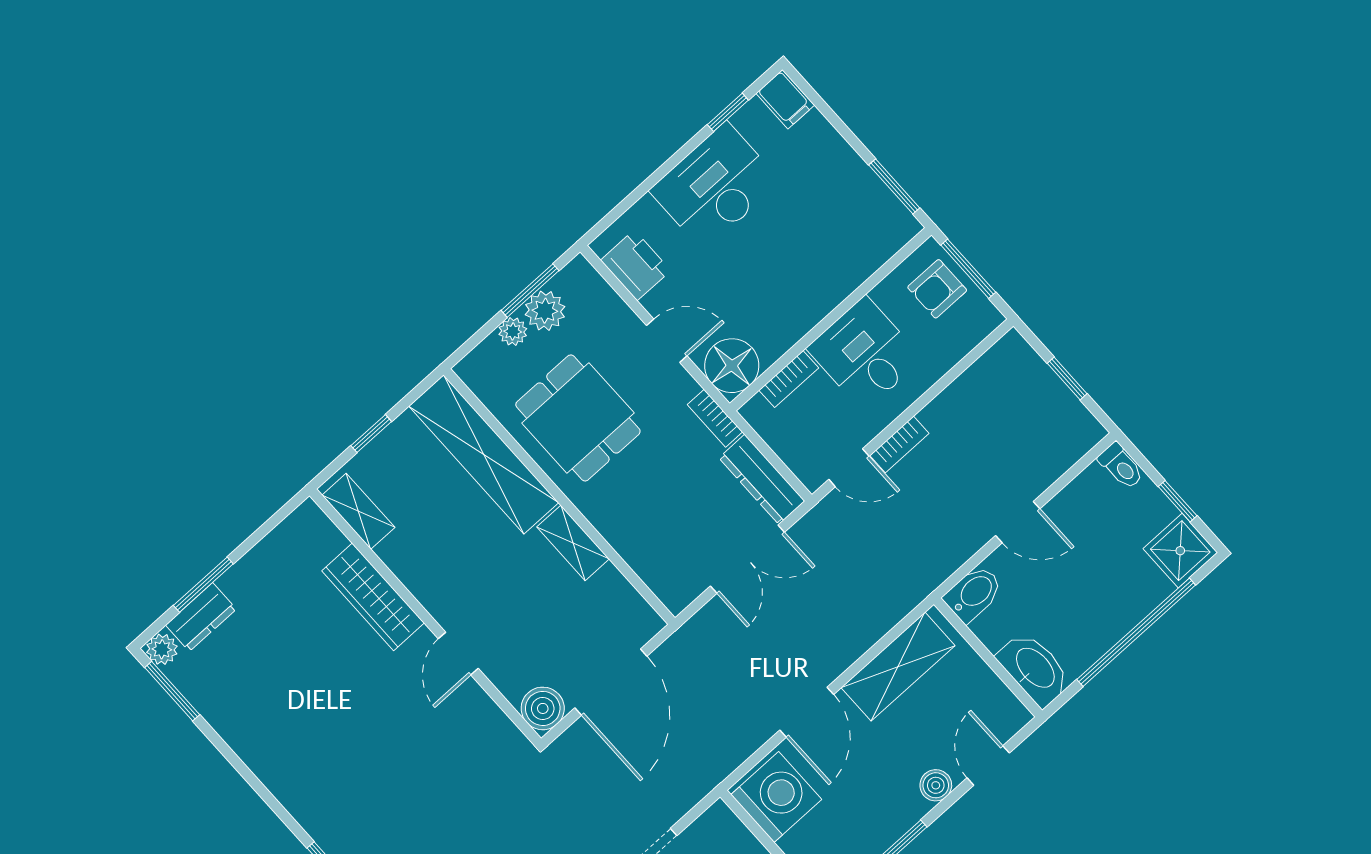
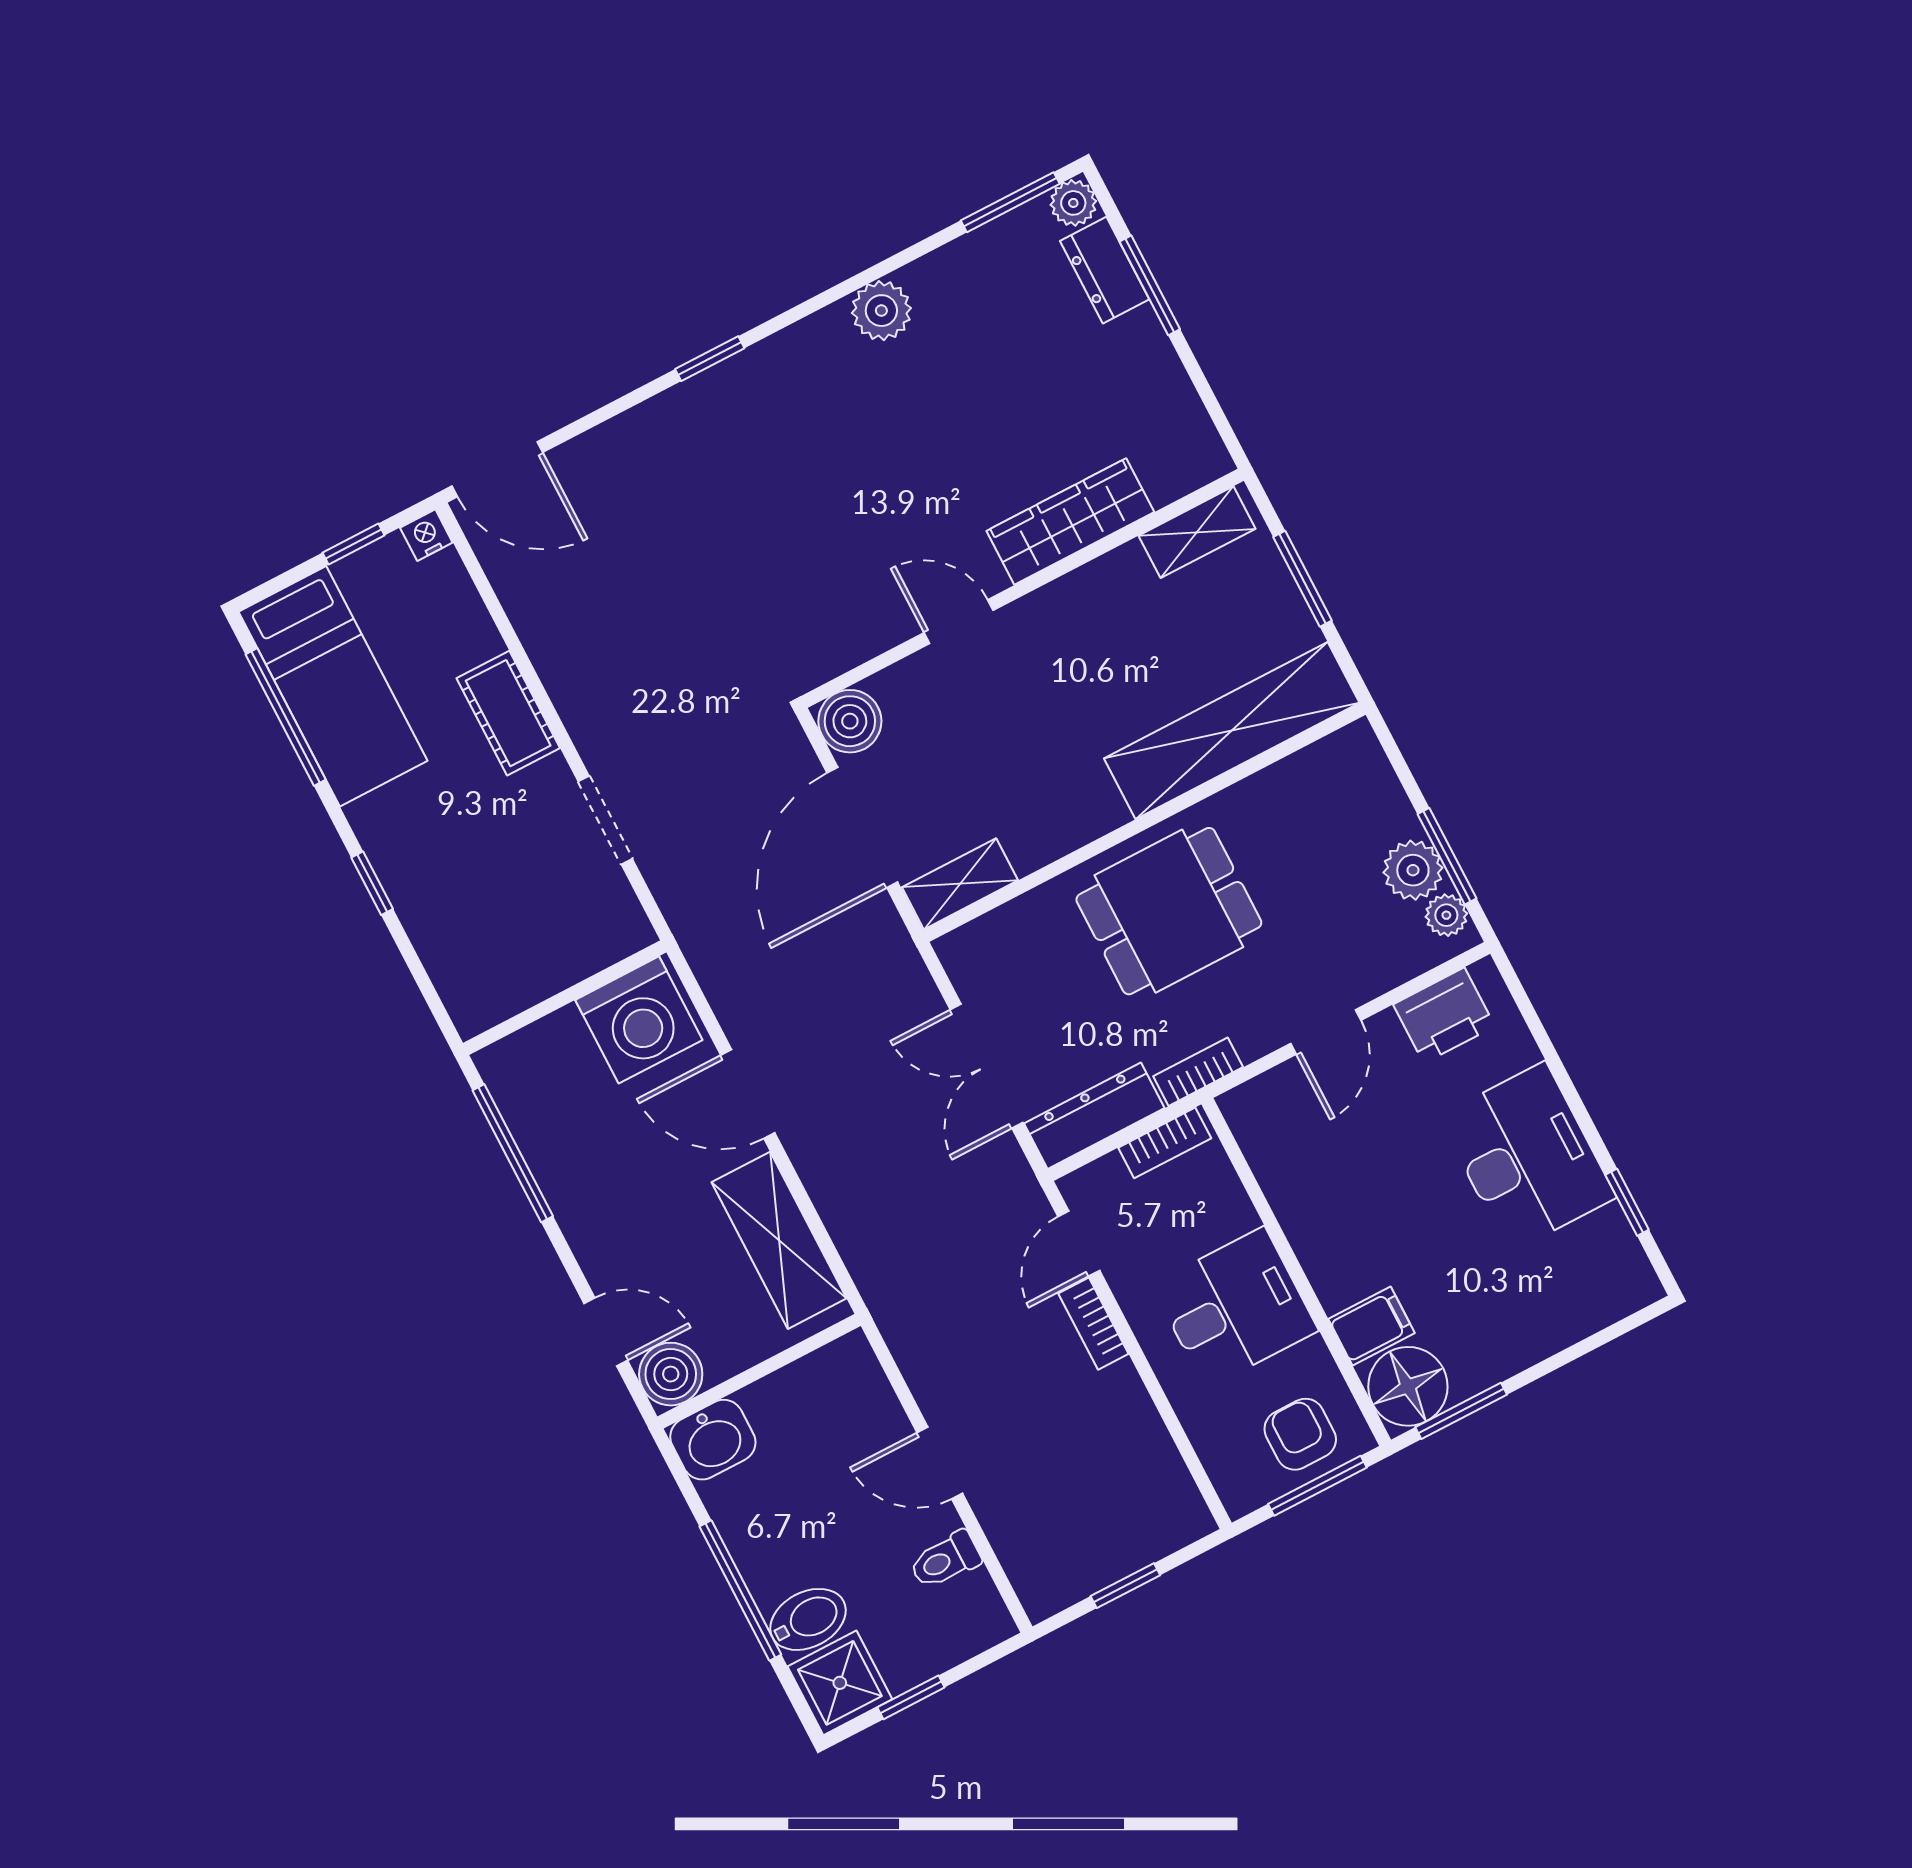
filing cabinet: (785, 99) -> (1372, 1326), moved, turned 180
plant: (513, 332) -> (1446, 915), moved
floor lamp: (732, 366) -> (1408, 1386), moved
bookcase: (789, 379) -> (1165, 1143), moved, turned -90
dining table: (578, 418) -> (1169, 911), moved
window: (371, 434) -> (1302, 579), width x1.50
toilet: (1121, 466) -> (945, 1560), moved
door: (1018, 522) -> (940, 1463), hinge flipped
shelving: (573, 543) -> (960, 884), moved
bidet: (973, 594) -> (808, 1619), moved, turned -90
window: (1136, 632) -> (740, 1590), width x0.68
washbasin: (1034, 669) -> (713, 1440), width x0.72
door: (611, 682) -> (862, 828), hinge flipped
plant: (266, 758) -> (881, 311), added
boiler: (936, 785) -> (671, 1374), moved, width x1.36, depth x1.36

